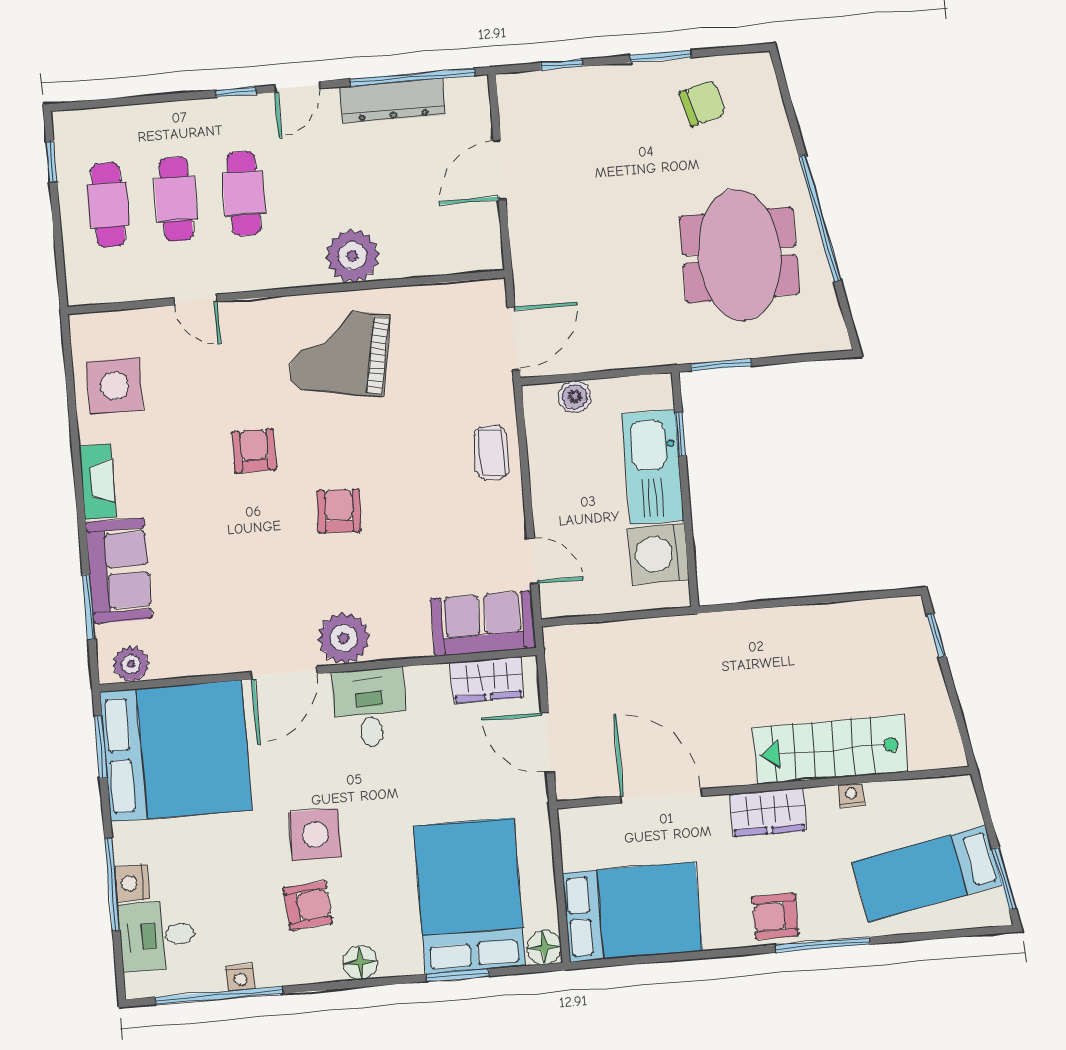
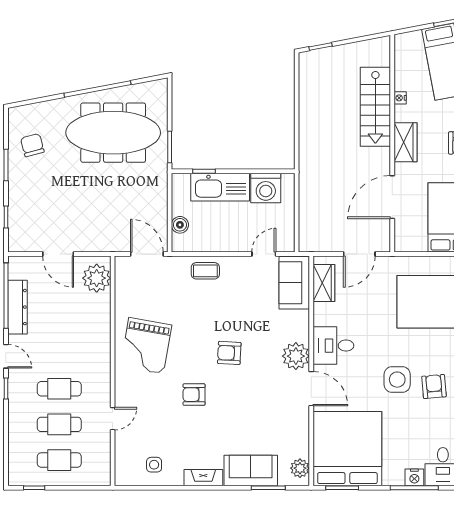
meeting table: (739, 255) -> (113, 133), width x1.36
plant: (352, 256) -> (97, 278), moved
side table: (115, 386) -> (154, 465), width x0.54, depth x0.54

